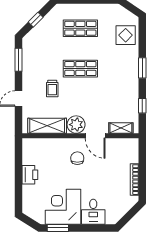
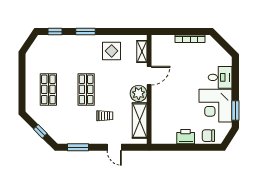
display table: (126, 35) -> (112, 51), moved
window: (142, 106) -> (55, 32), moved
chair: (77, 158) -> (208, 136), moved

